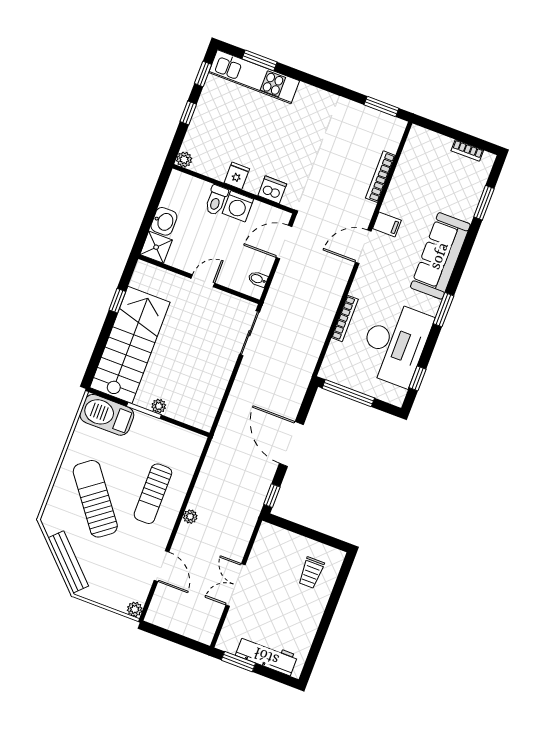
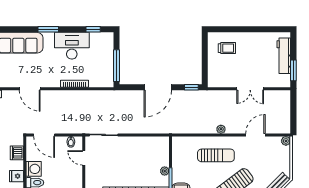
filing cabinet: (387, 224) -> (12, 80), removed
door: (203, 281) -> (84, 158), moved
desk: (395, 343) -> (72, 46), width x0.73, depth x0.77

